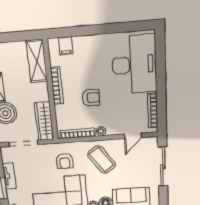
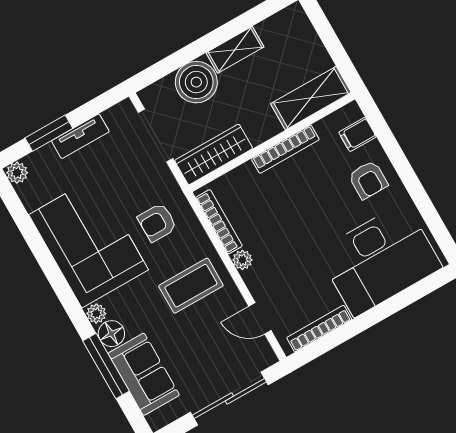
armchair: (91, 98) -> (368, 180), moved
coffee table: (101, 160) -> (191, 286), turned 35

